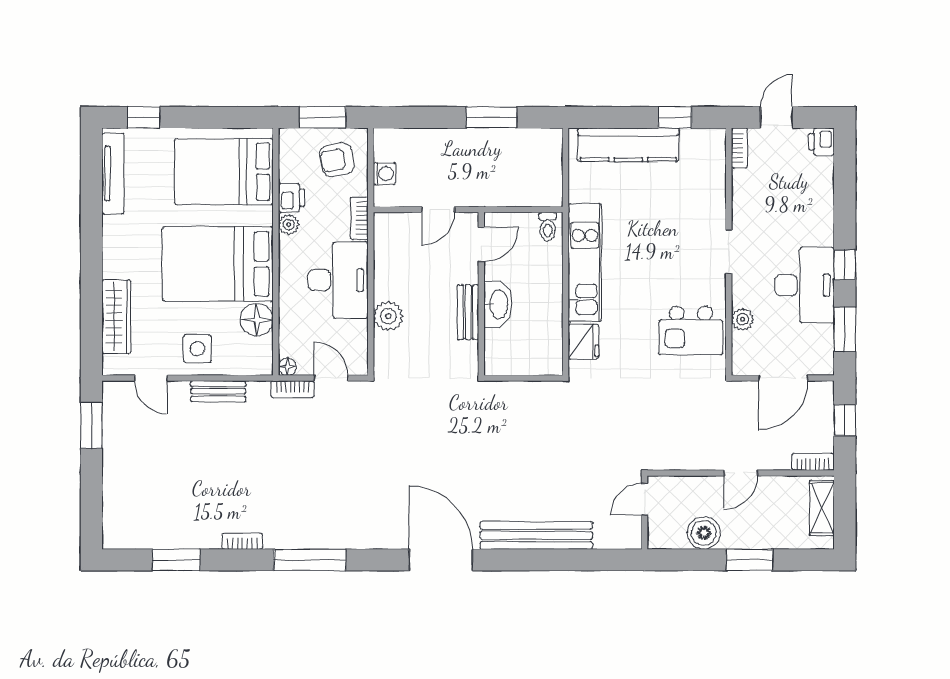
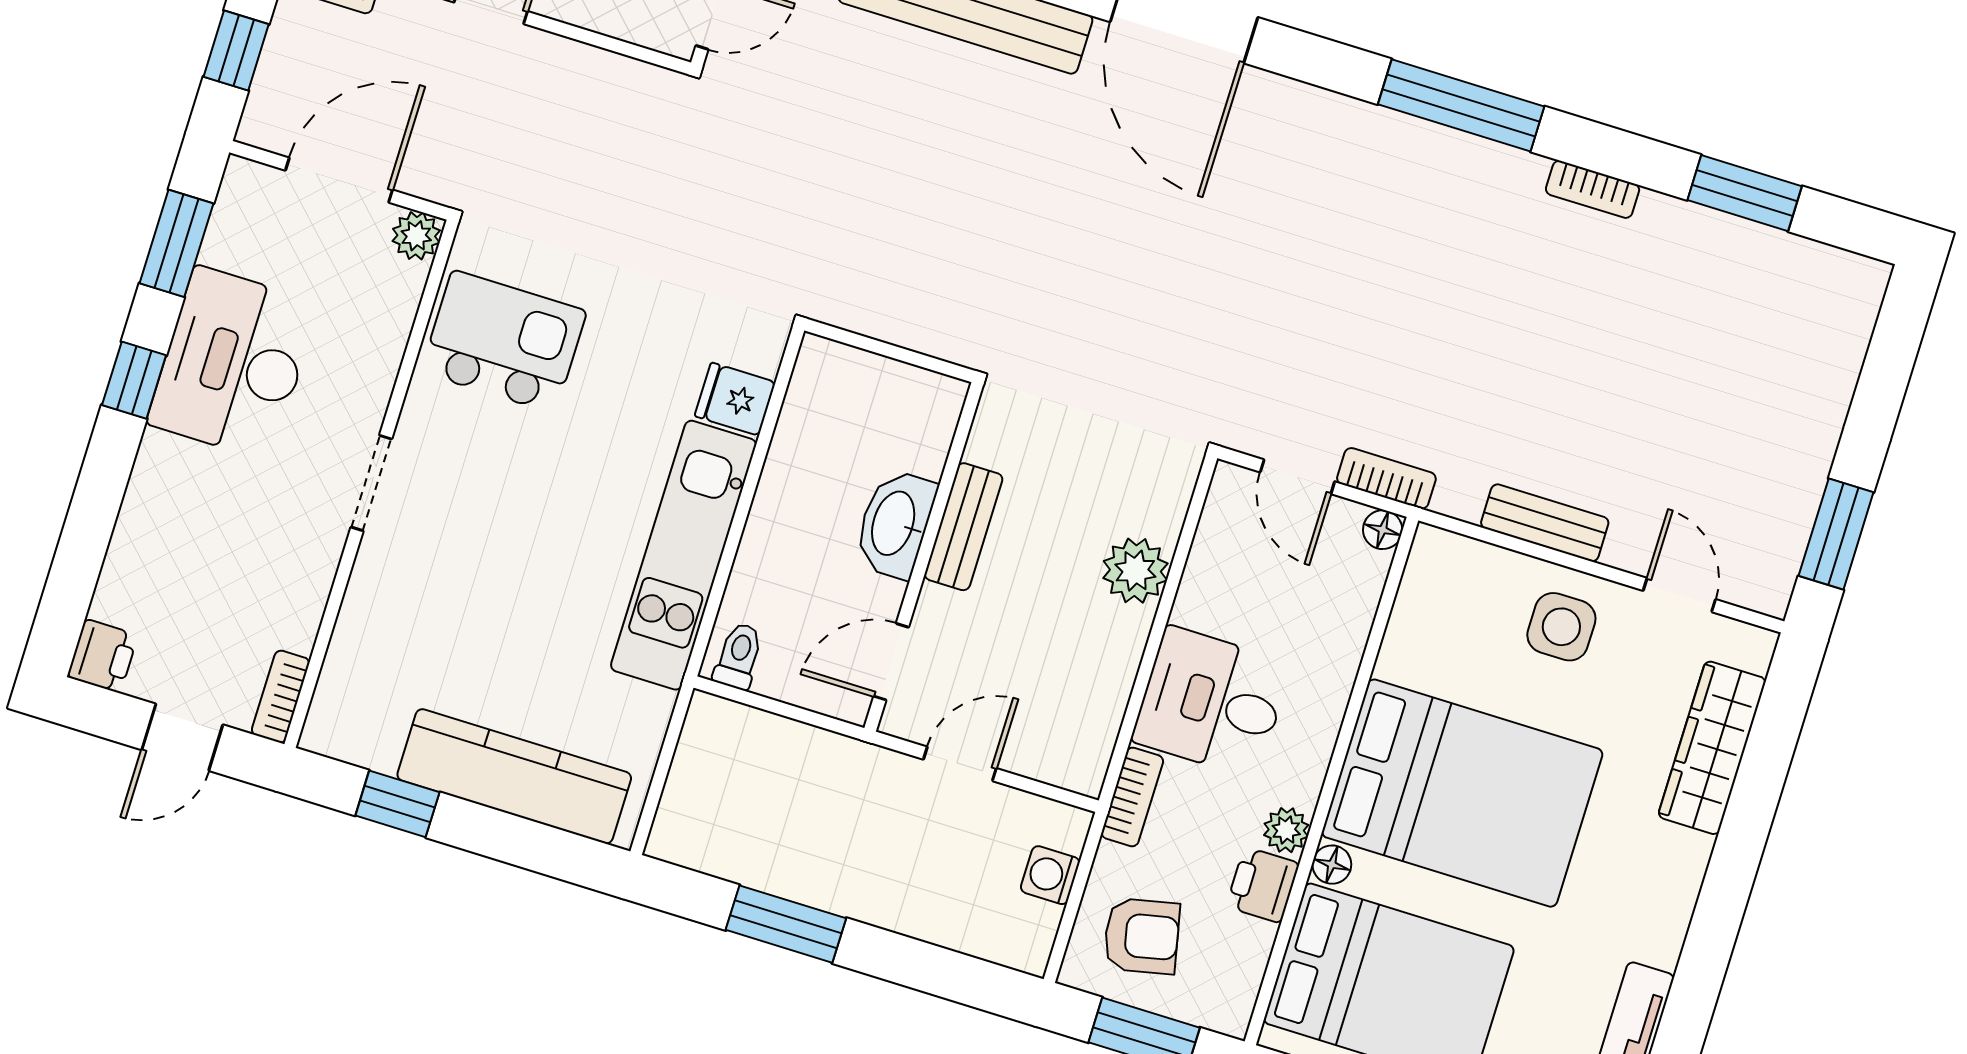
desk: (338, 280) -> (1212, 702), width x0.73
plant: (743, 319) -> (416, 236), moved
floor lamp: (257, 320) -> (1332, 865), moved, width x0.53, depth x0.53
fridge: (583, 342) -> (735, 399), width x0.72

